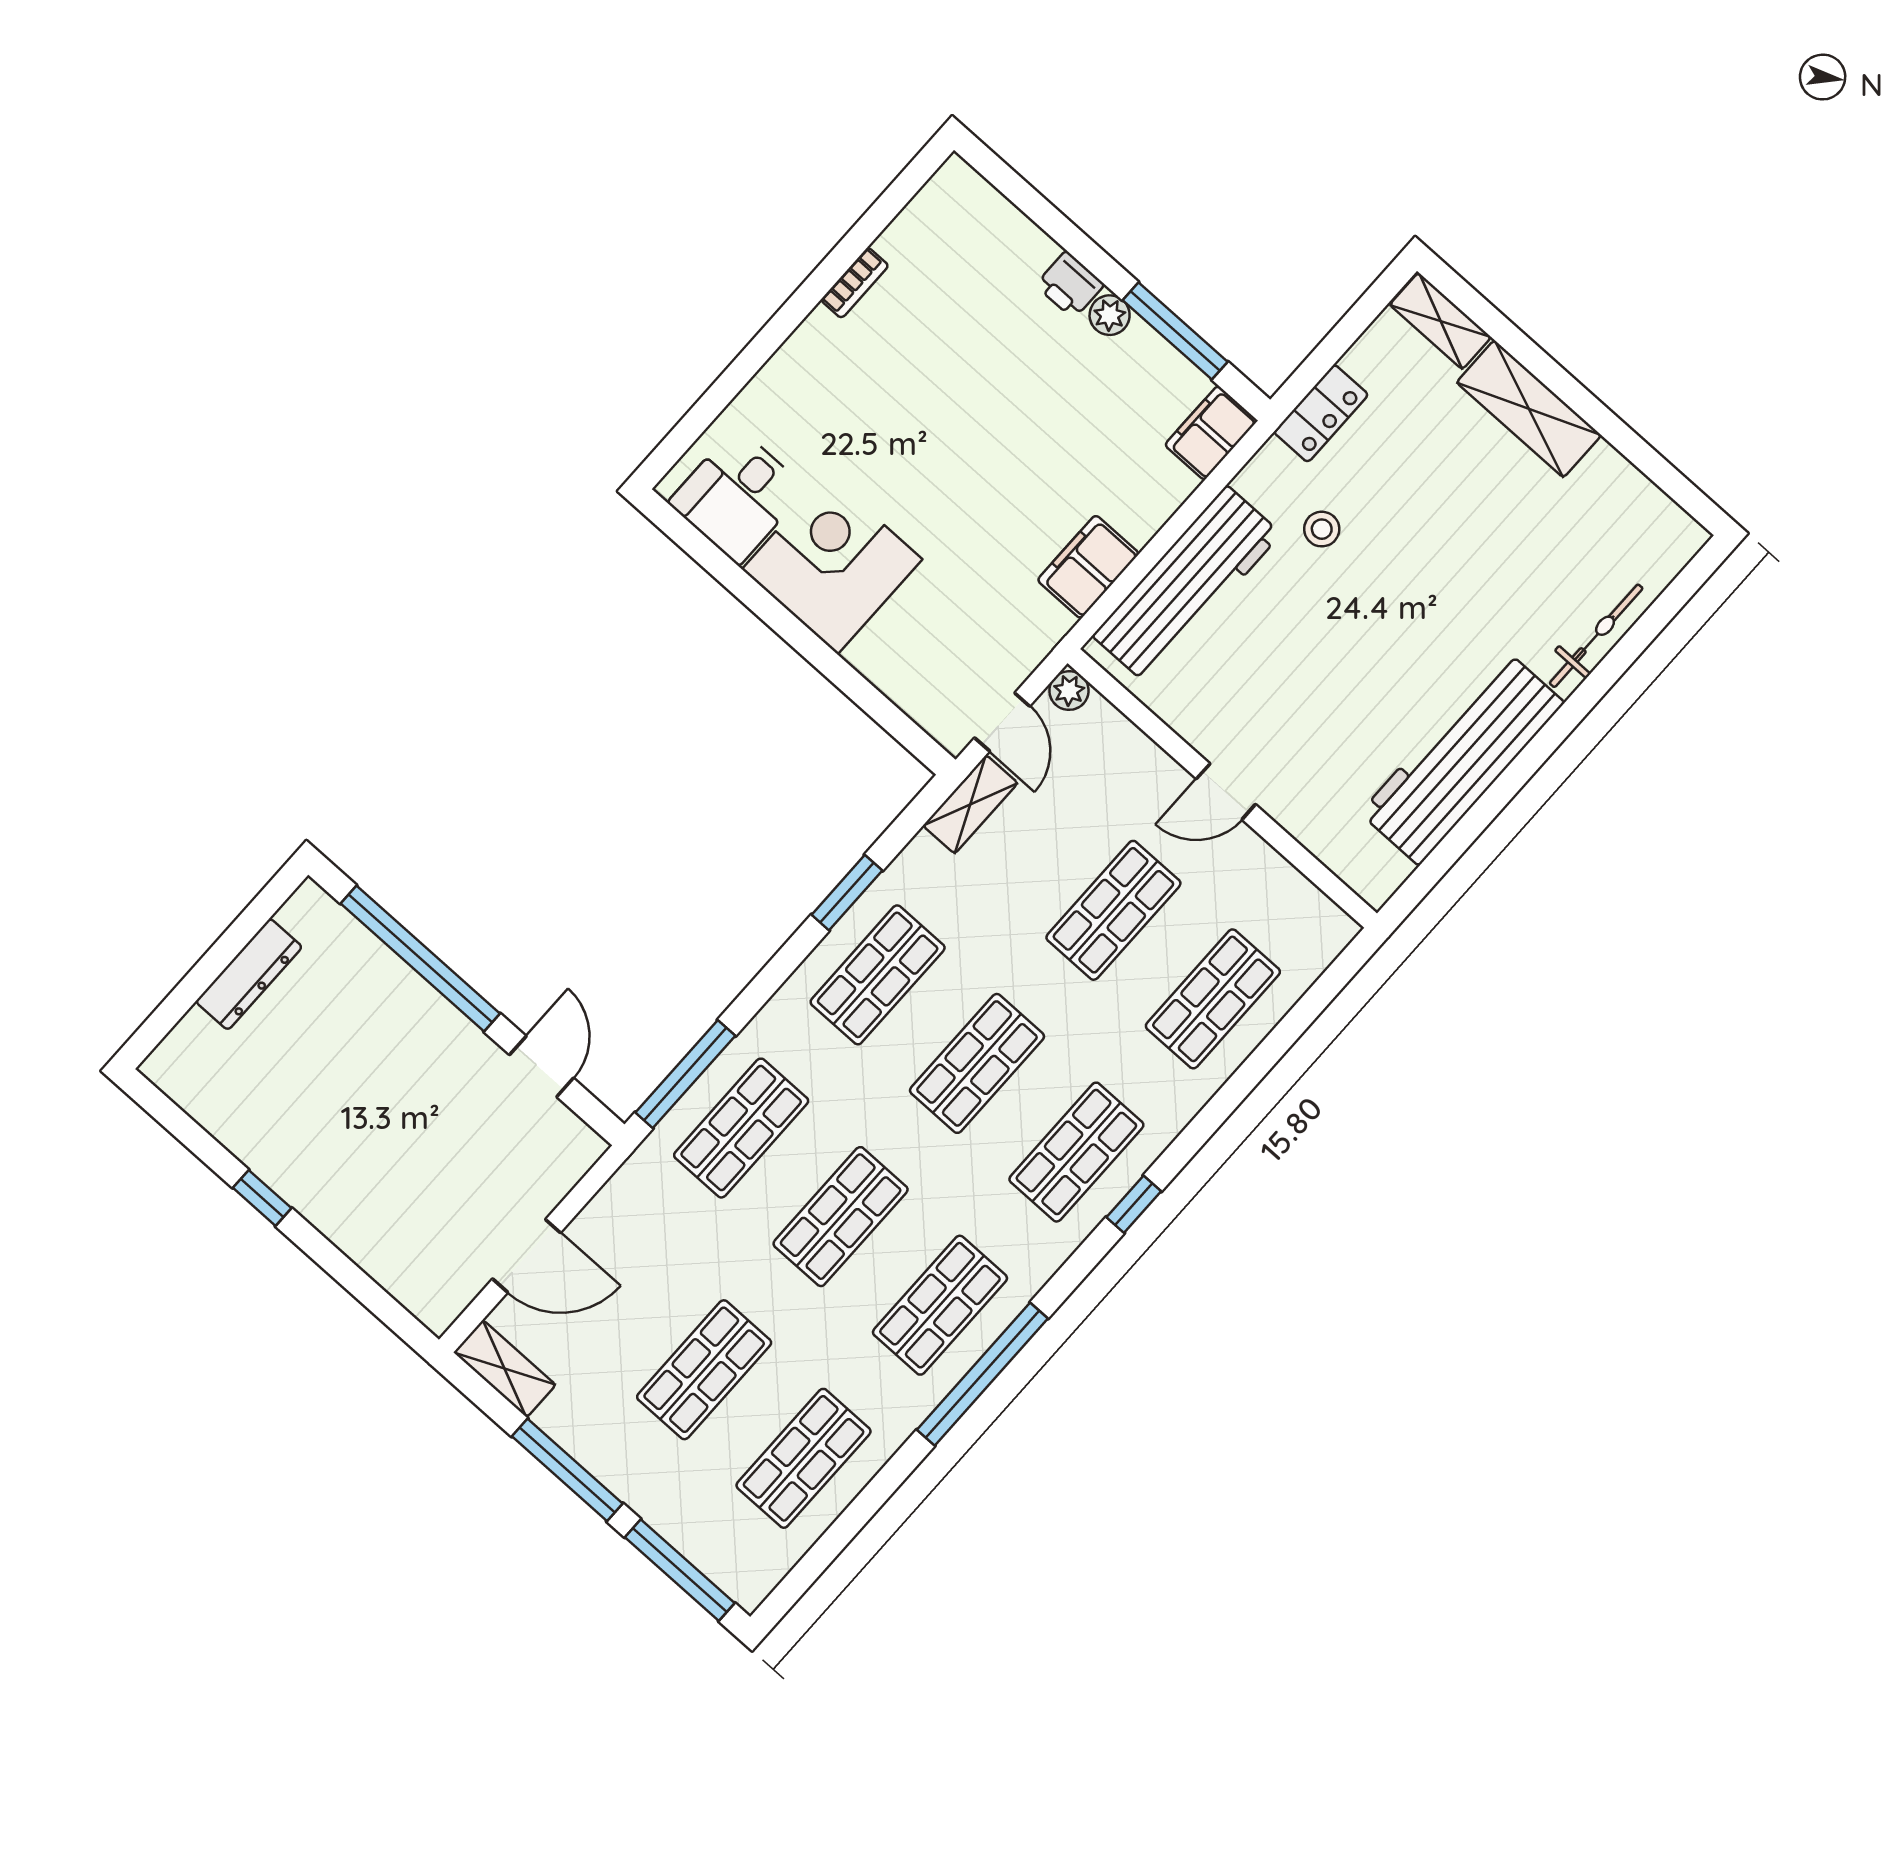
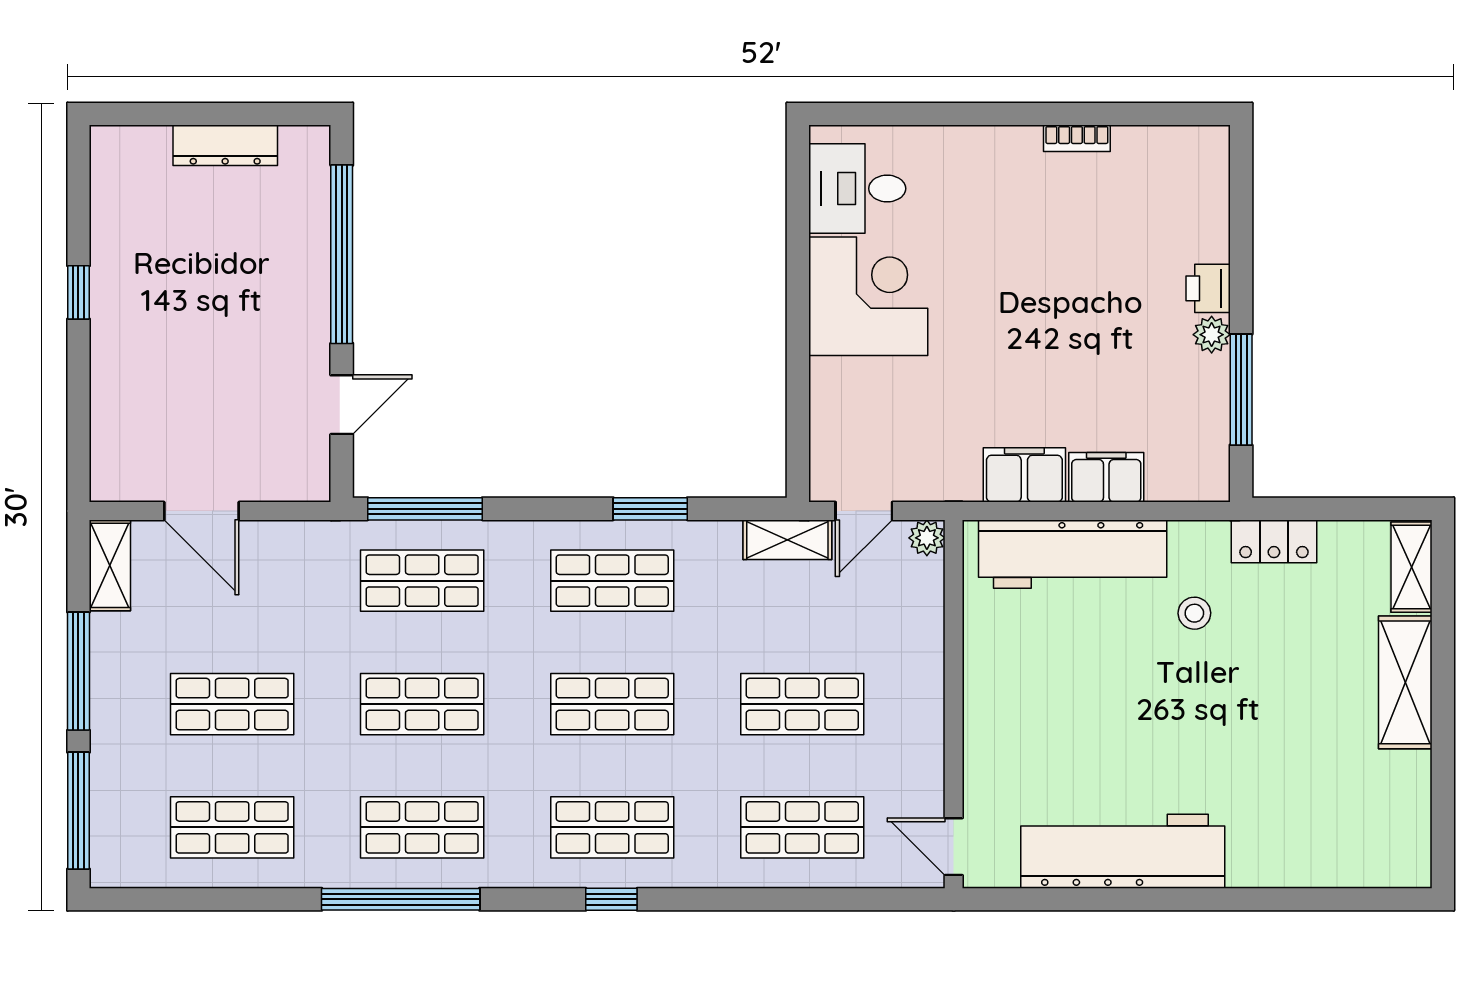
filing cabinet: (1211, 433) -> (1106, 477), moved
bicycle: (1596, 636) -> (1290, 869), removed
door: (1226, 792) -> (954, 847), moved

